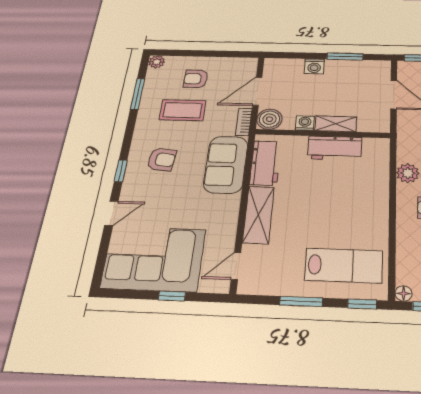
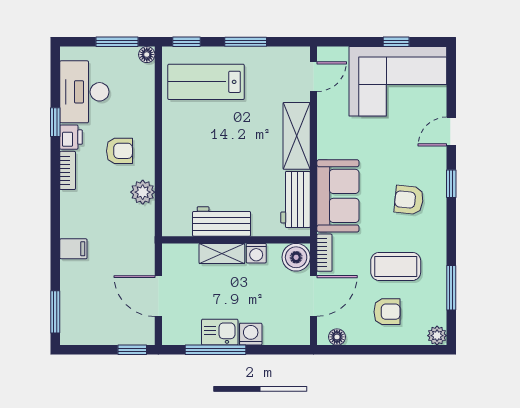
window: (345, 57) -> (216, 350), width x1.44
floor lamp: (241, 63) -> (337, 337), added
kitchen sink: (341, 68) -> (220, 332), added
window: (172, 296) -> (396, 42), moved

